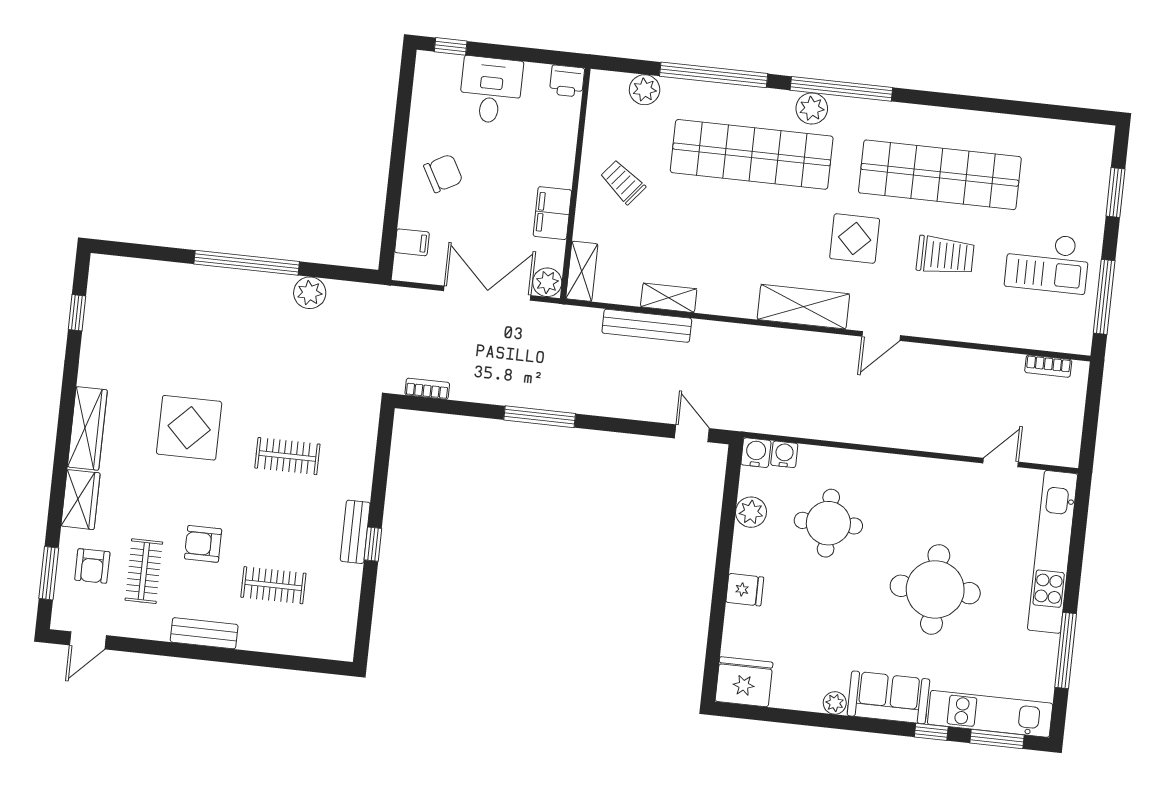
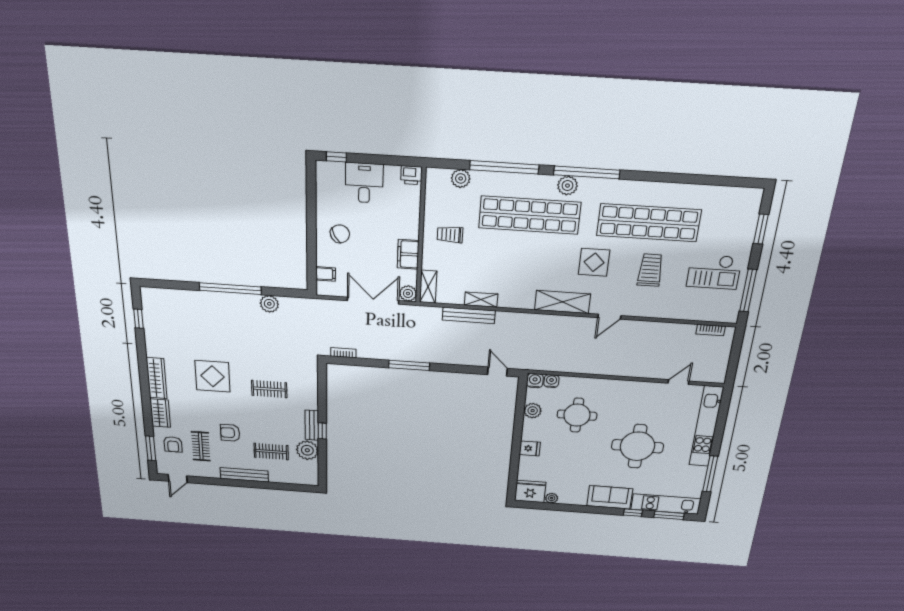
trolley: (623, 182) -> (450, 235), turned -39
trolley: (945, 256) -> (650, 270), turned -90
plant: (341, 584) -> (307, 450), added
bench: (204, 633) -> (244, 475), width x1.36
plant: (835, 703) -> (552, 498), moved

